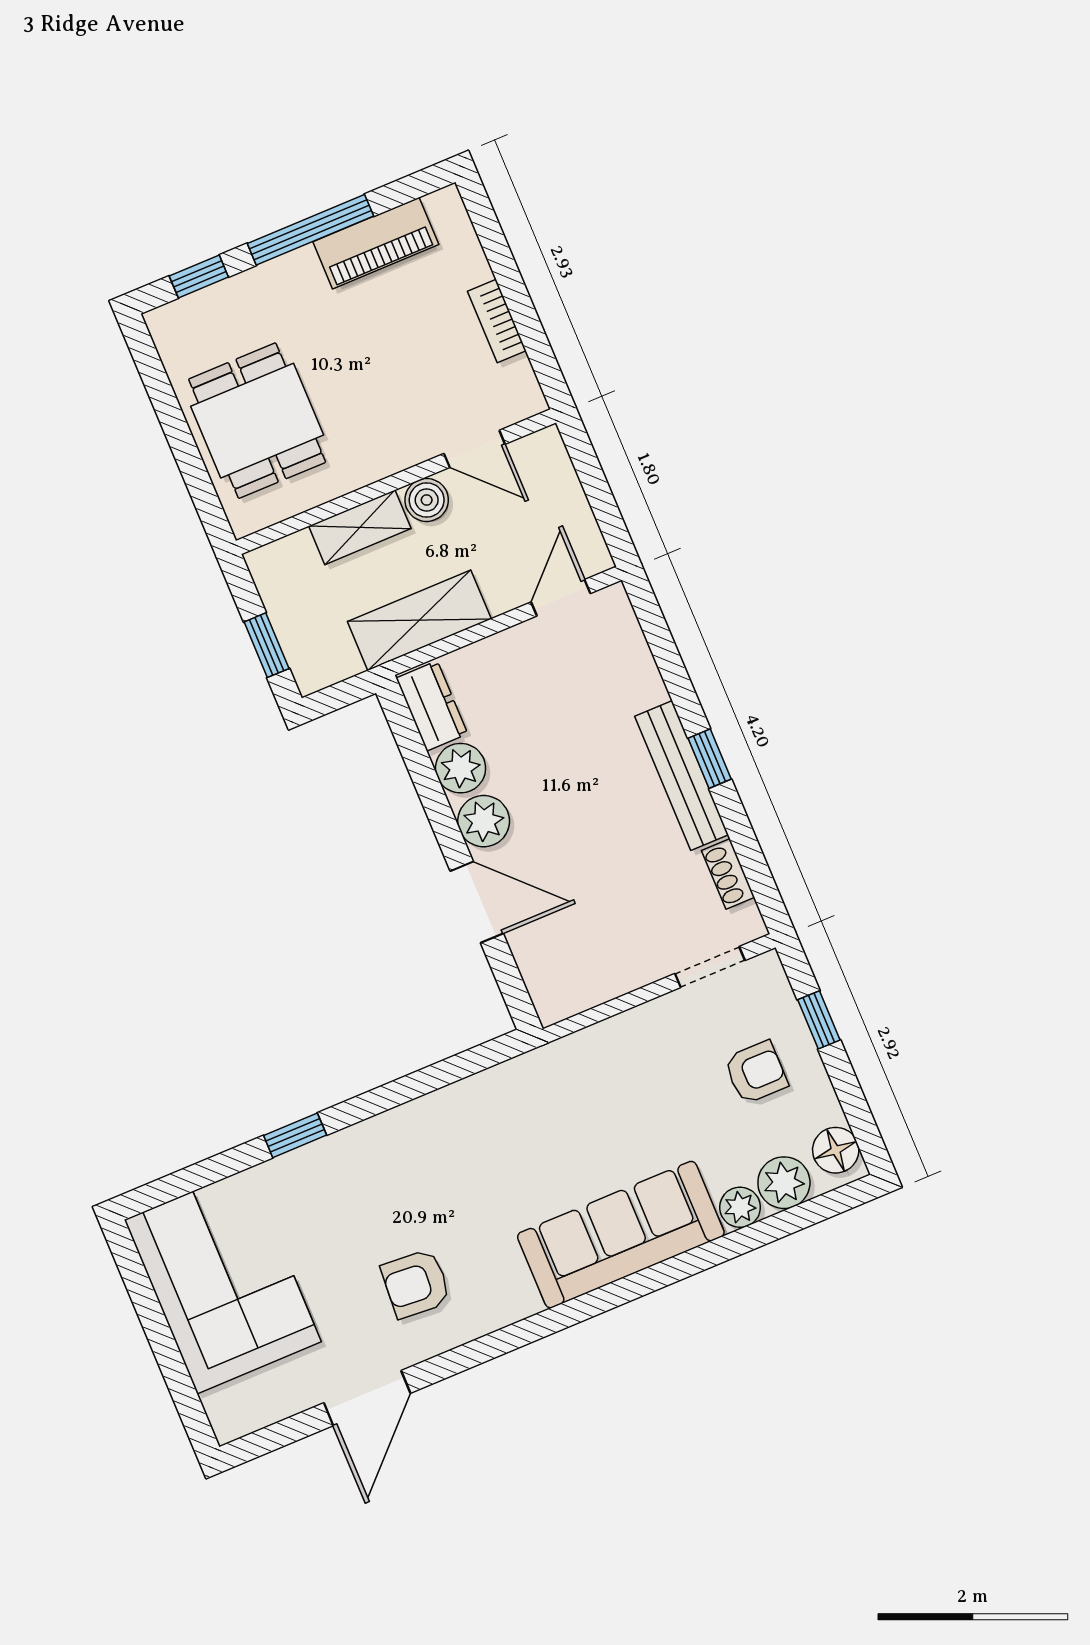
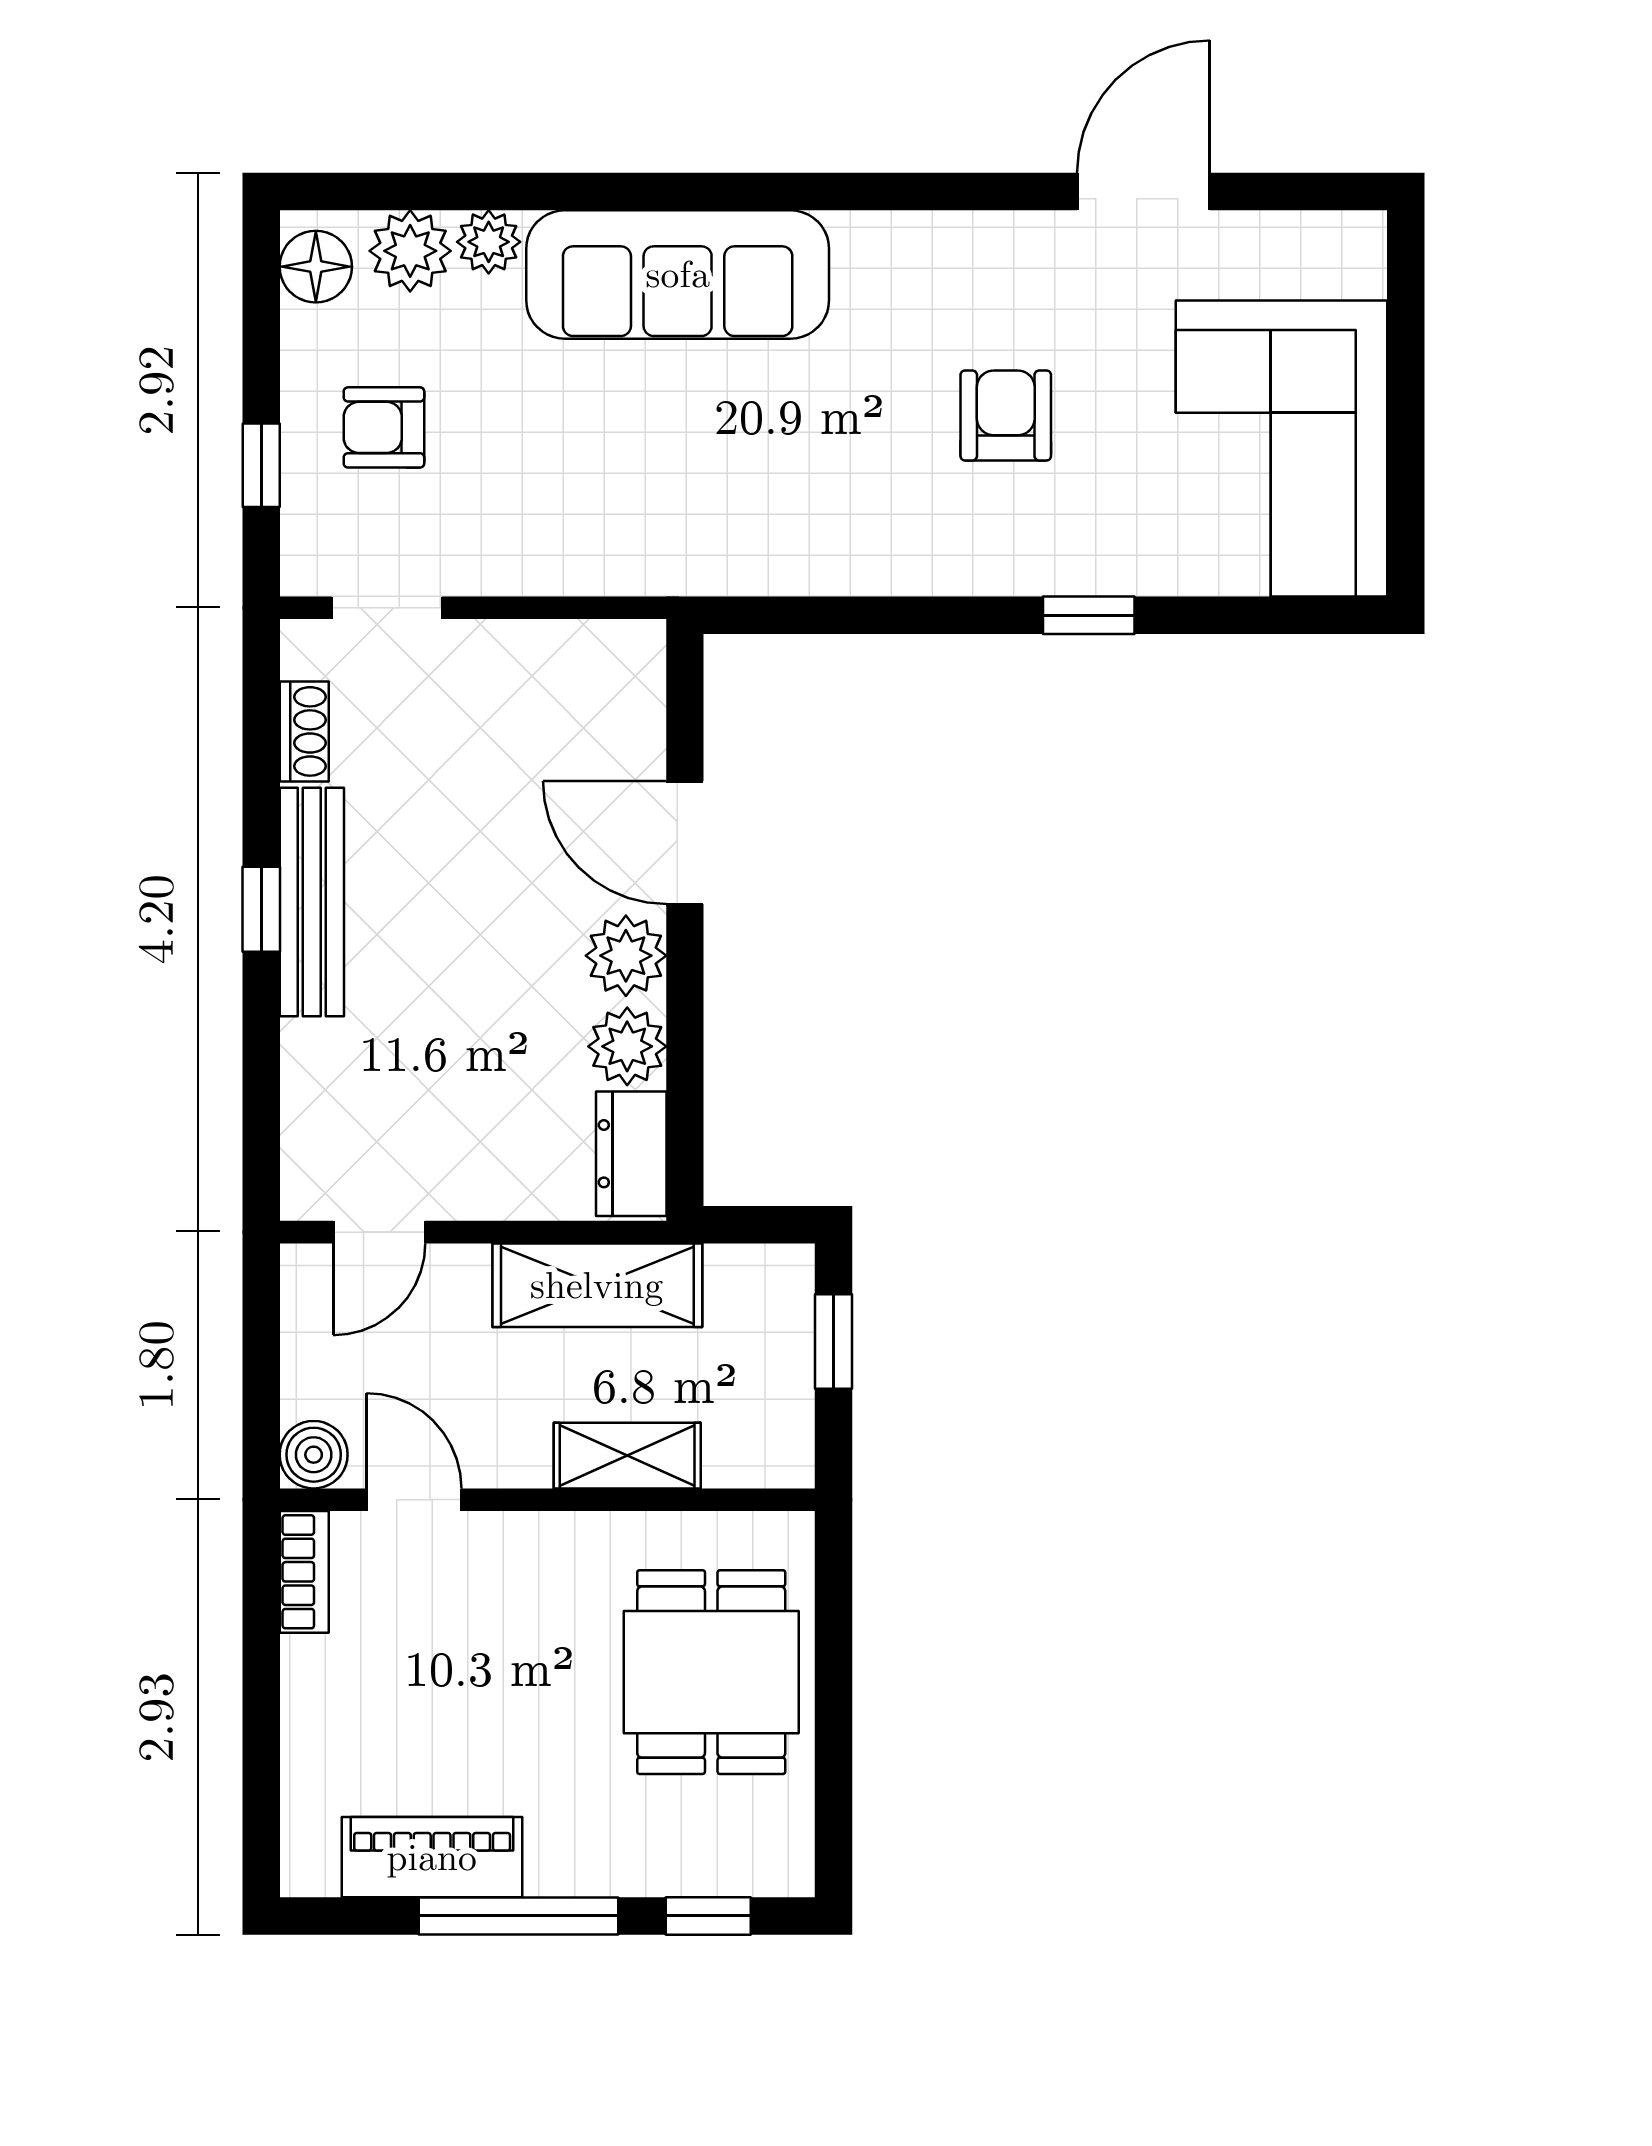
bookcase: (497, 321) -> (304, 1572), moved
boiler: (427, 500) -> (314, 1455), moved
armchair: (416, 1284) -> (1006, 416), moved, turned -94

